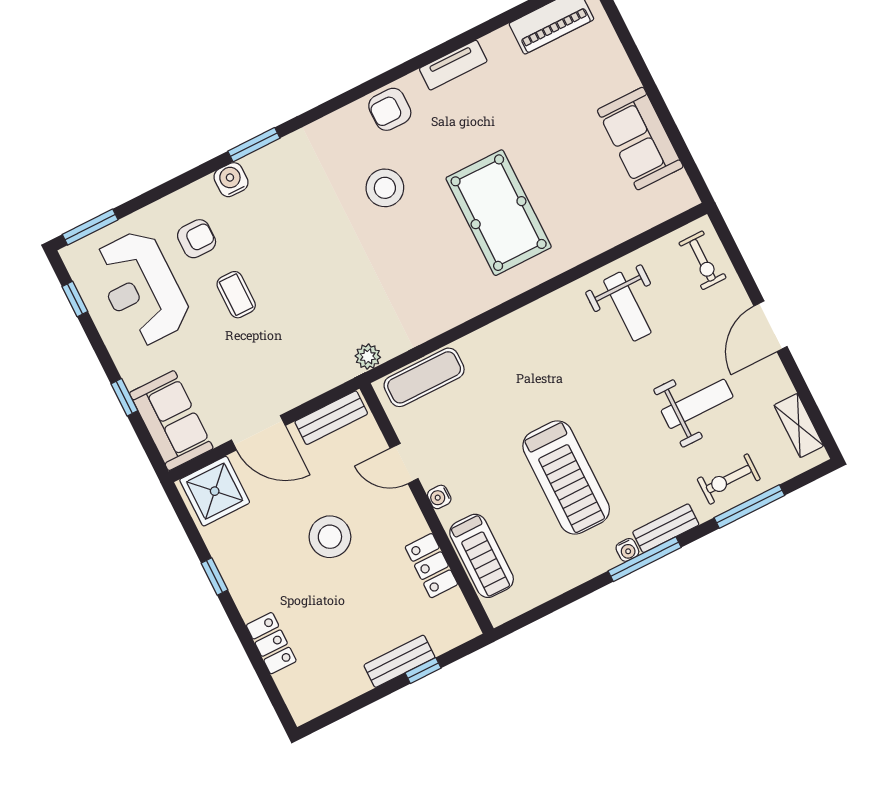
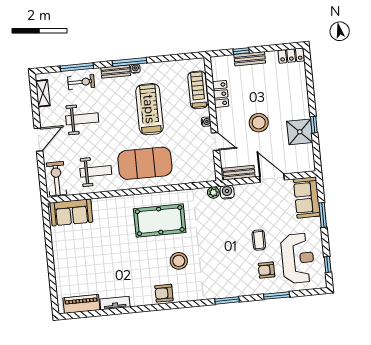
tv unit: (453, 65) -> (115, 303), moved
armchair: (390, 109) -> (164, 293), turned 180
sofa: (640, 139) -> (71, 212), moved, turned 90
water cooler: (231, 180) -> (227, 192), moved, turned 180
pool table: (499, 213) -> (160, 221), moved, turned 90
window: (90, 227) -> (277, 296), moved
exercise bike: (703, 260) -> (57, 179), width x1.38, depth x1.39
weight bench: (627, 307) -> (96, 171), turned 90
exercise mat: (424, 377) -> (145, 163), moved, width x2.00, depth x1.45
window: (124, 397) -> (323, 215), width x1.50
weight bench: (697, 404) -> (82, 119), turned 180
shower: (215, 491) -> (300, 132), moved
locker: (271, 643) -> (291, 56), moved, turned -90

